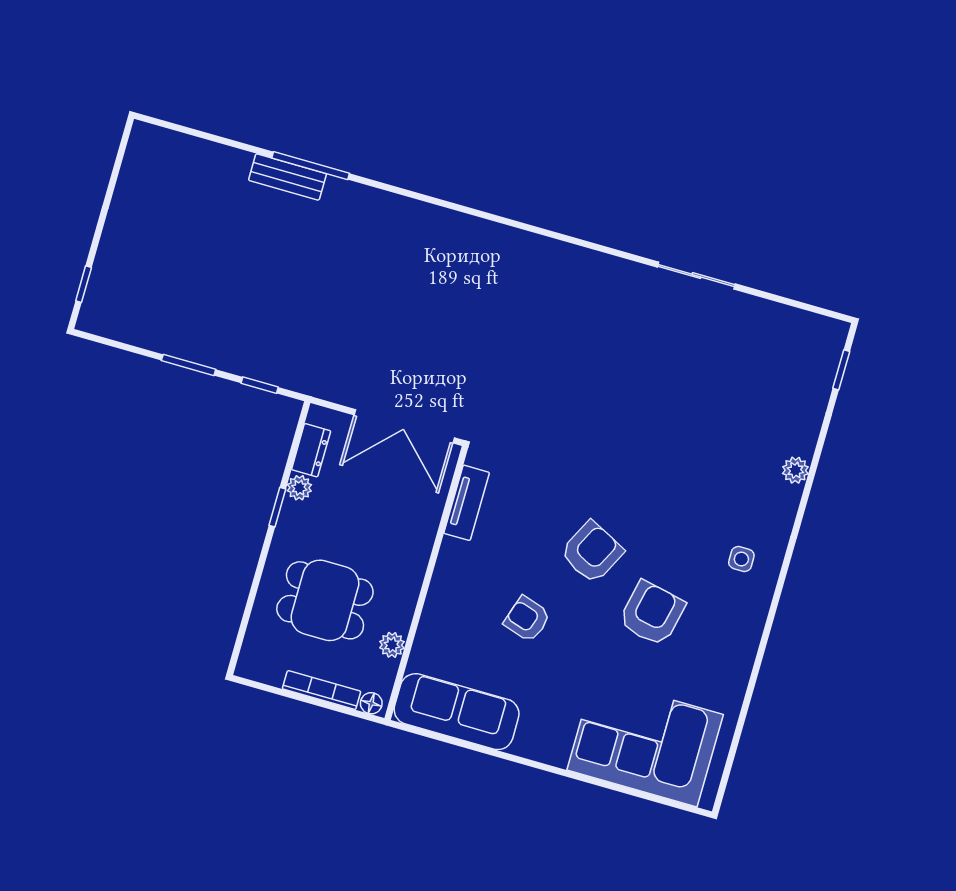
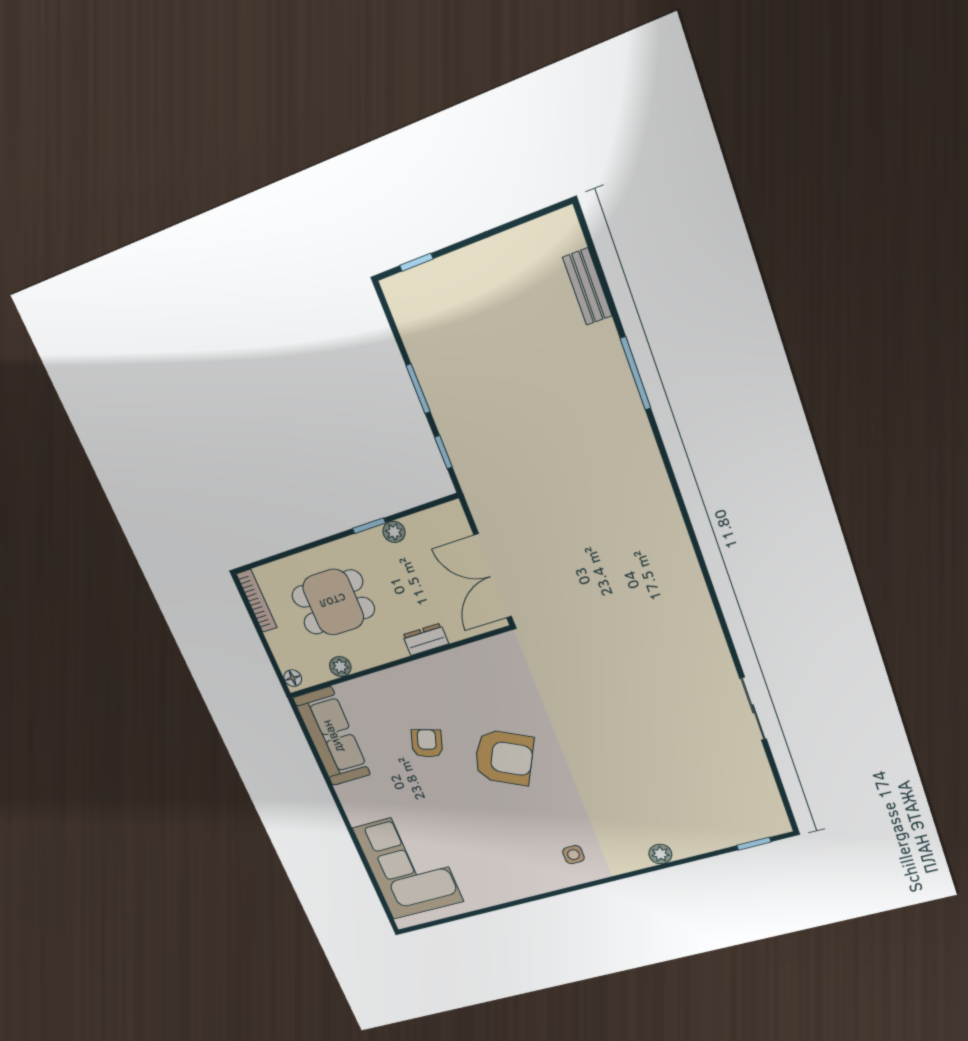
bench: (287, 177) -> (587, 287), moved
dresser: (311, 450) -> (426, 639), moved, turned 180
tv unit: (467, 503) -> (473, 654), removed
armchair: (592, 552) -> (504, 757), width x1.36, depth x1.36
dining table: (325, 600) -> (333, 602), turned 90
armchair: (652, 613) -> (493, 820), removed
bookcase: (322, 690) -> (257, 601), moved

